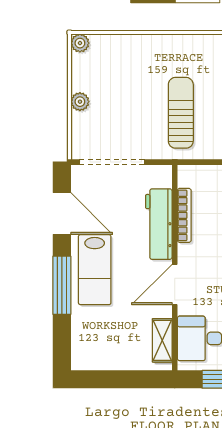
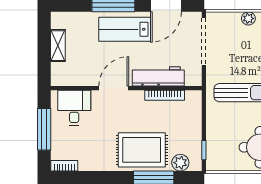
door: (175, 285) -> (114, 88), hinge flipped
shelving: (162, 340) -> (58, 46), moved, turned 90

